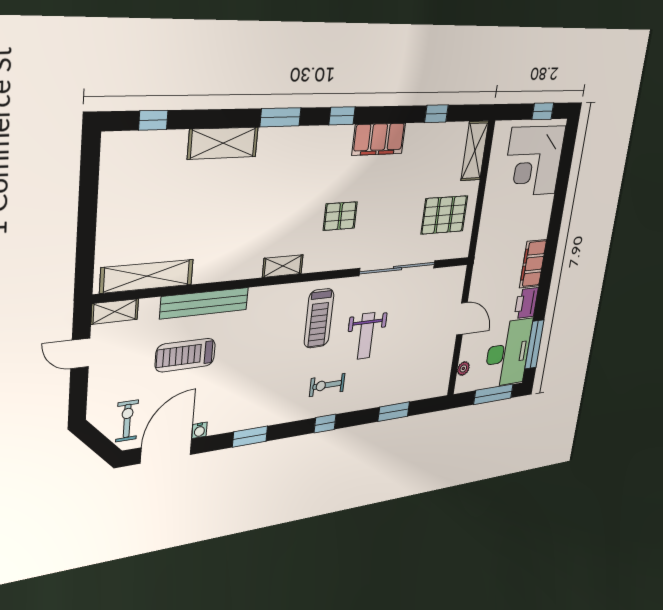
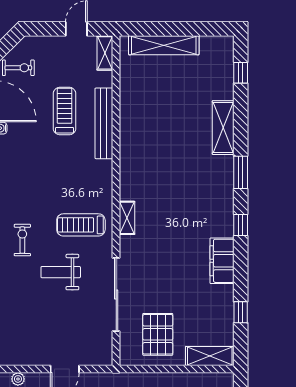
pallet: (340, 216) -> (163, 234), removed
shelving: (283, 266) -> (127, 218), moved
shelving: (147, 276) -> (164, 45), moved, turned 90

